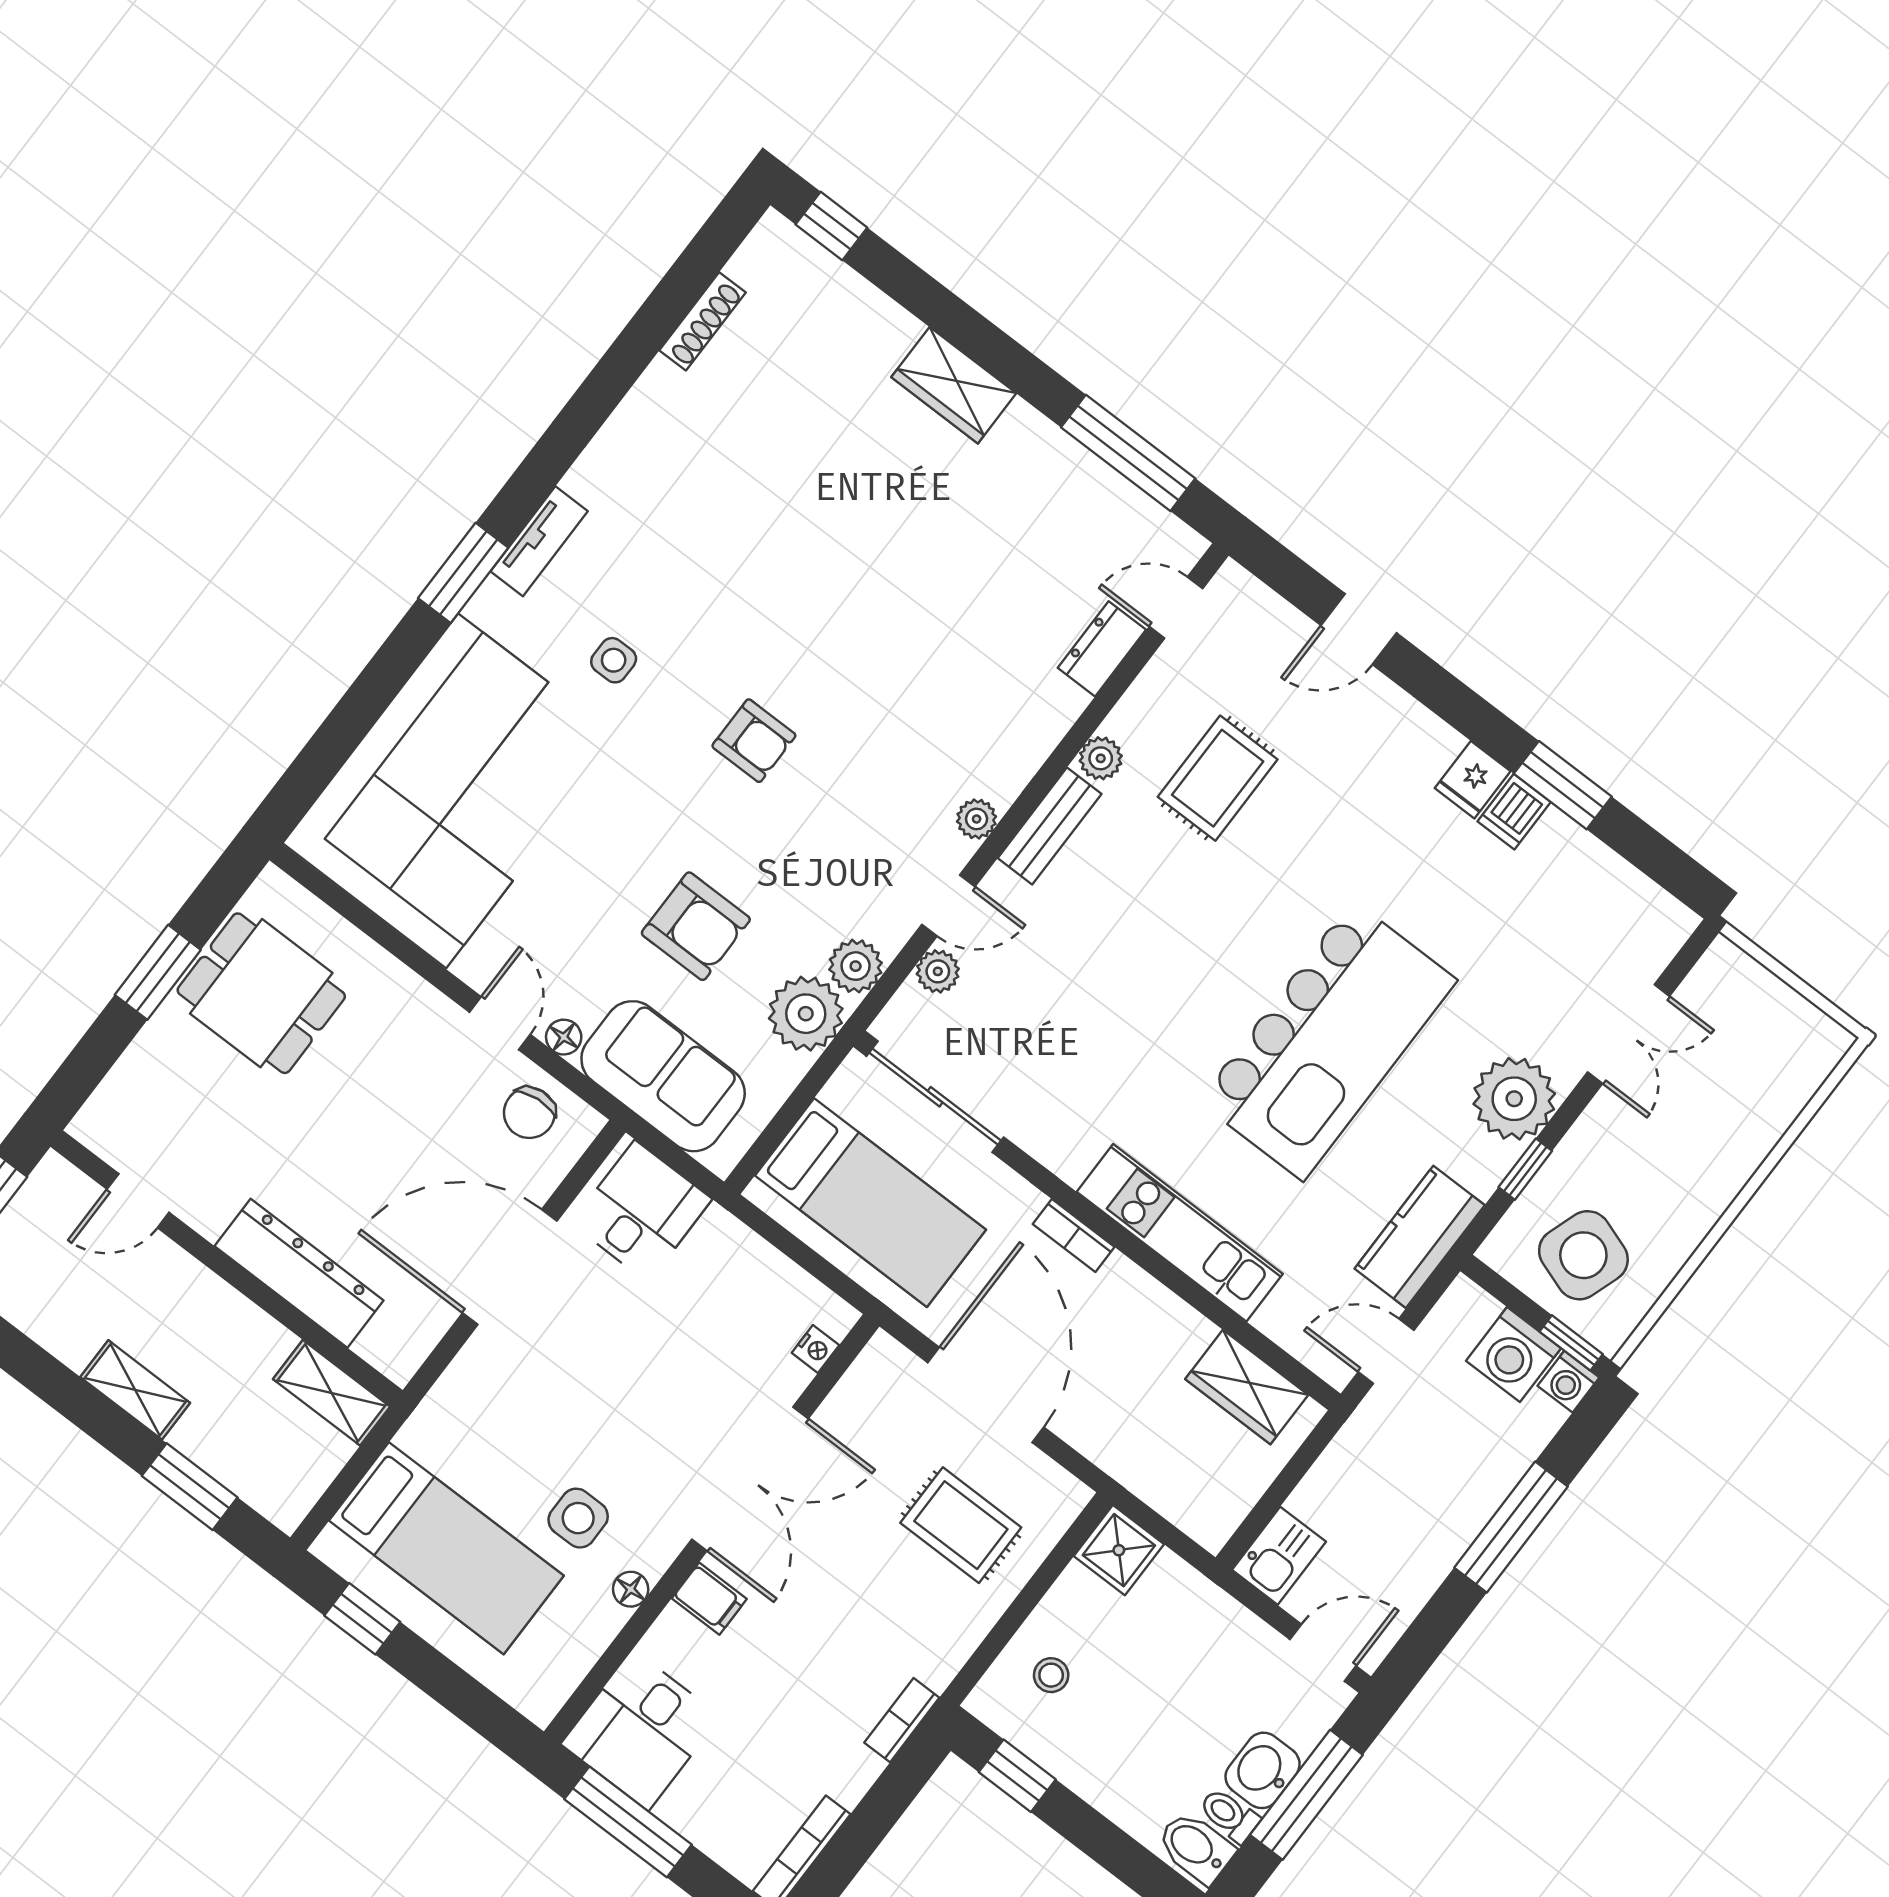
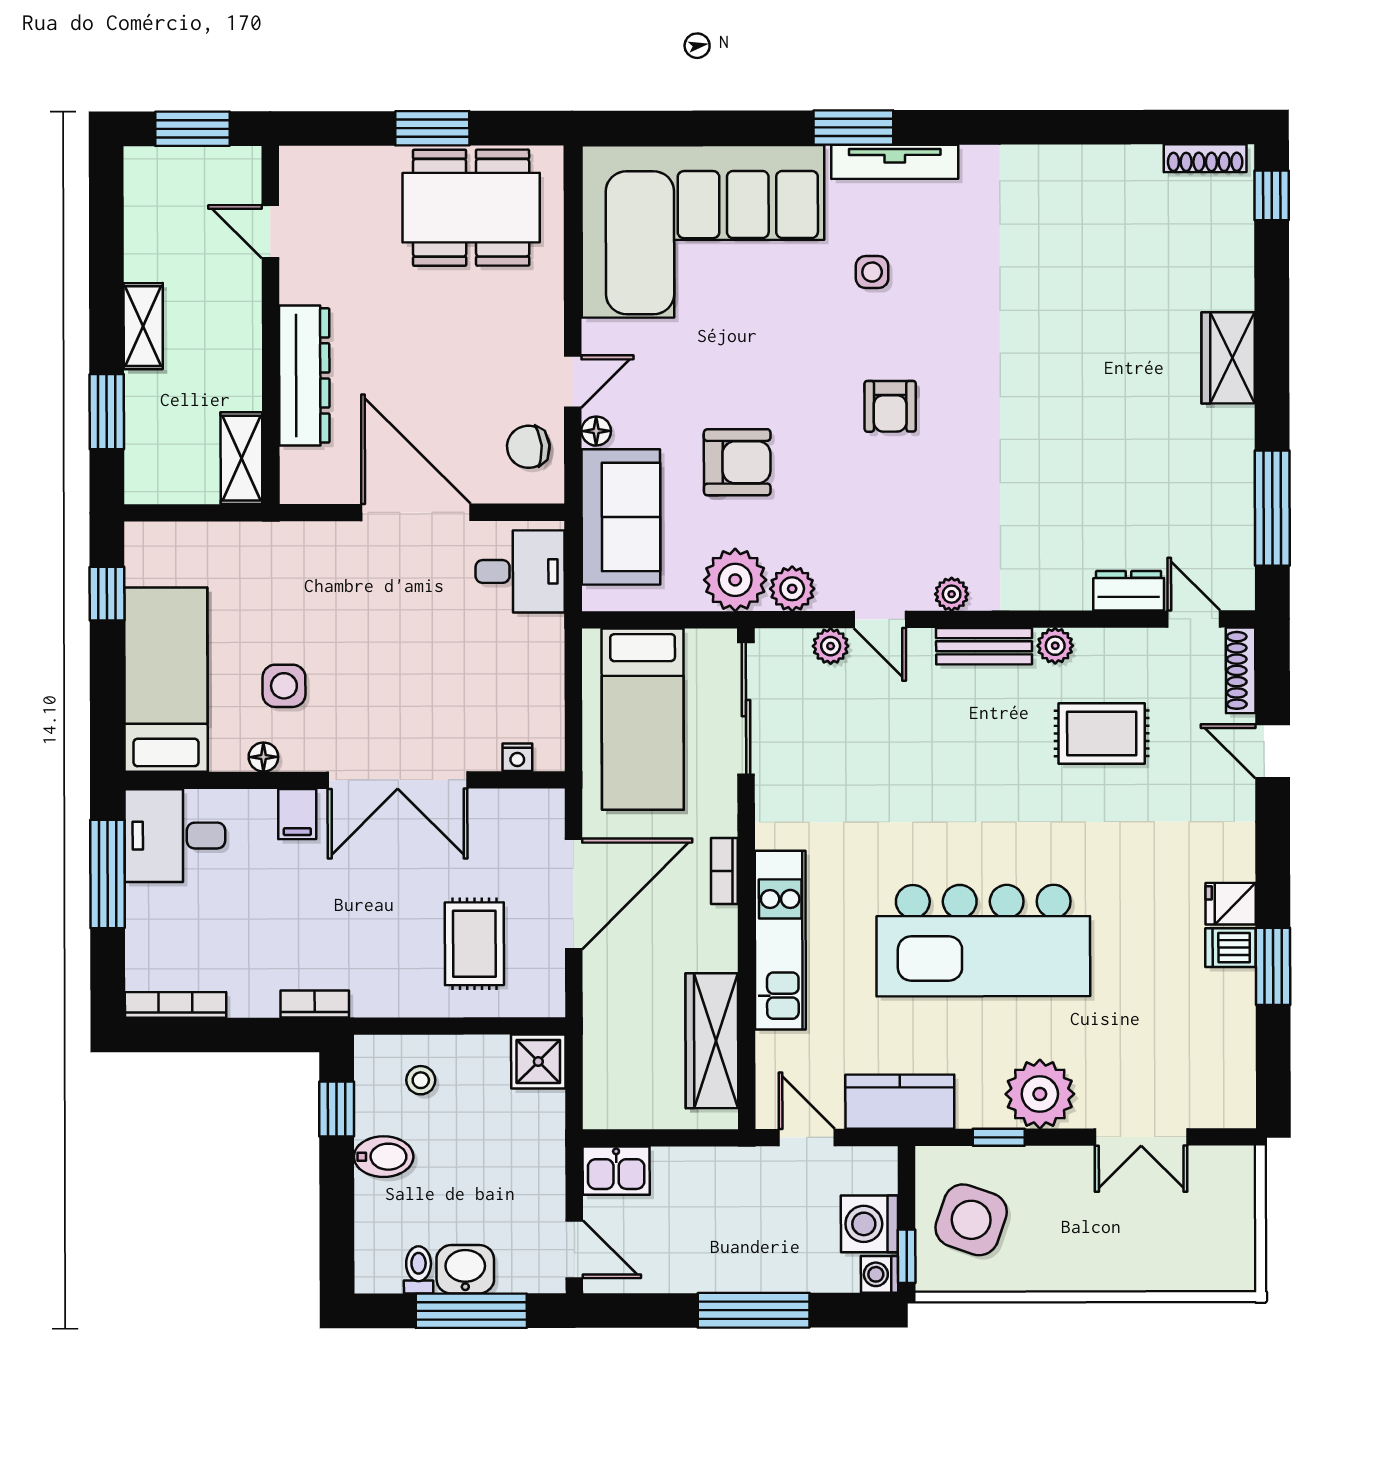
shoe rack: (702, 321) -> (1205, 158), moved
tv unit: (539, 541) -> (895, 162), width x1.41
shoe rack: (1259, 601) -> (1241, 670), added
armchair: (696, 926) -> (737, 462), turned -90
dining table: (261, 993) -> (471, 208), width x1.38
wardrobe: (1247, 1387) -> (712, 1041), width x1.50
bed: (446, 1548) -> (166, 680), moved, turned 180
bidet: (1196, 1847) -> (384, 1157), moved, turned 90

